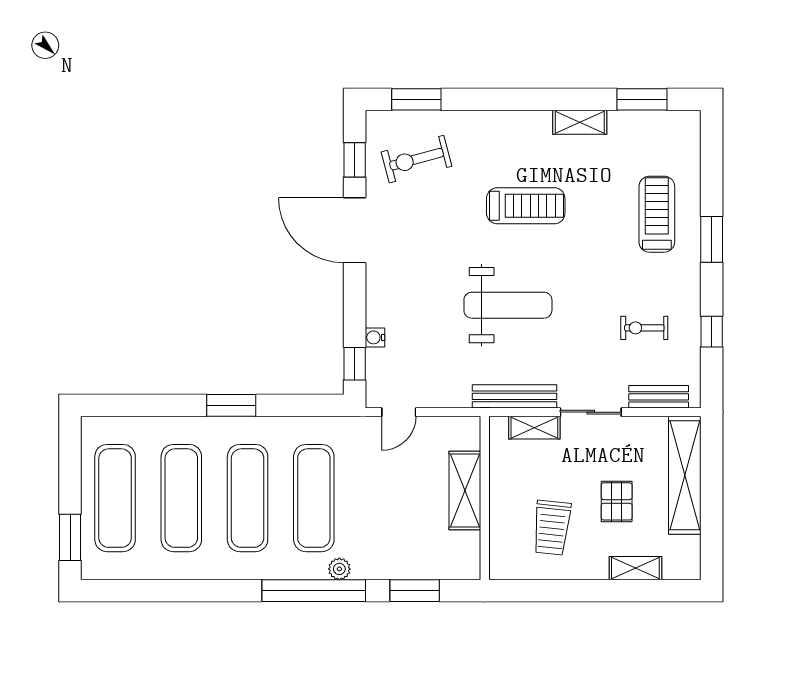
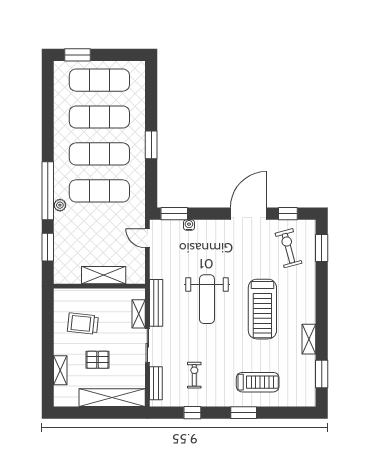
treadmill: (526, 206) -> (262, 309), width x1.37, depth x1.38
window: (355, 364) -> (174, 214), width x1.50

